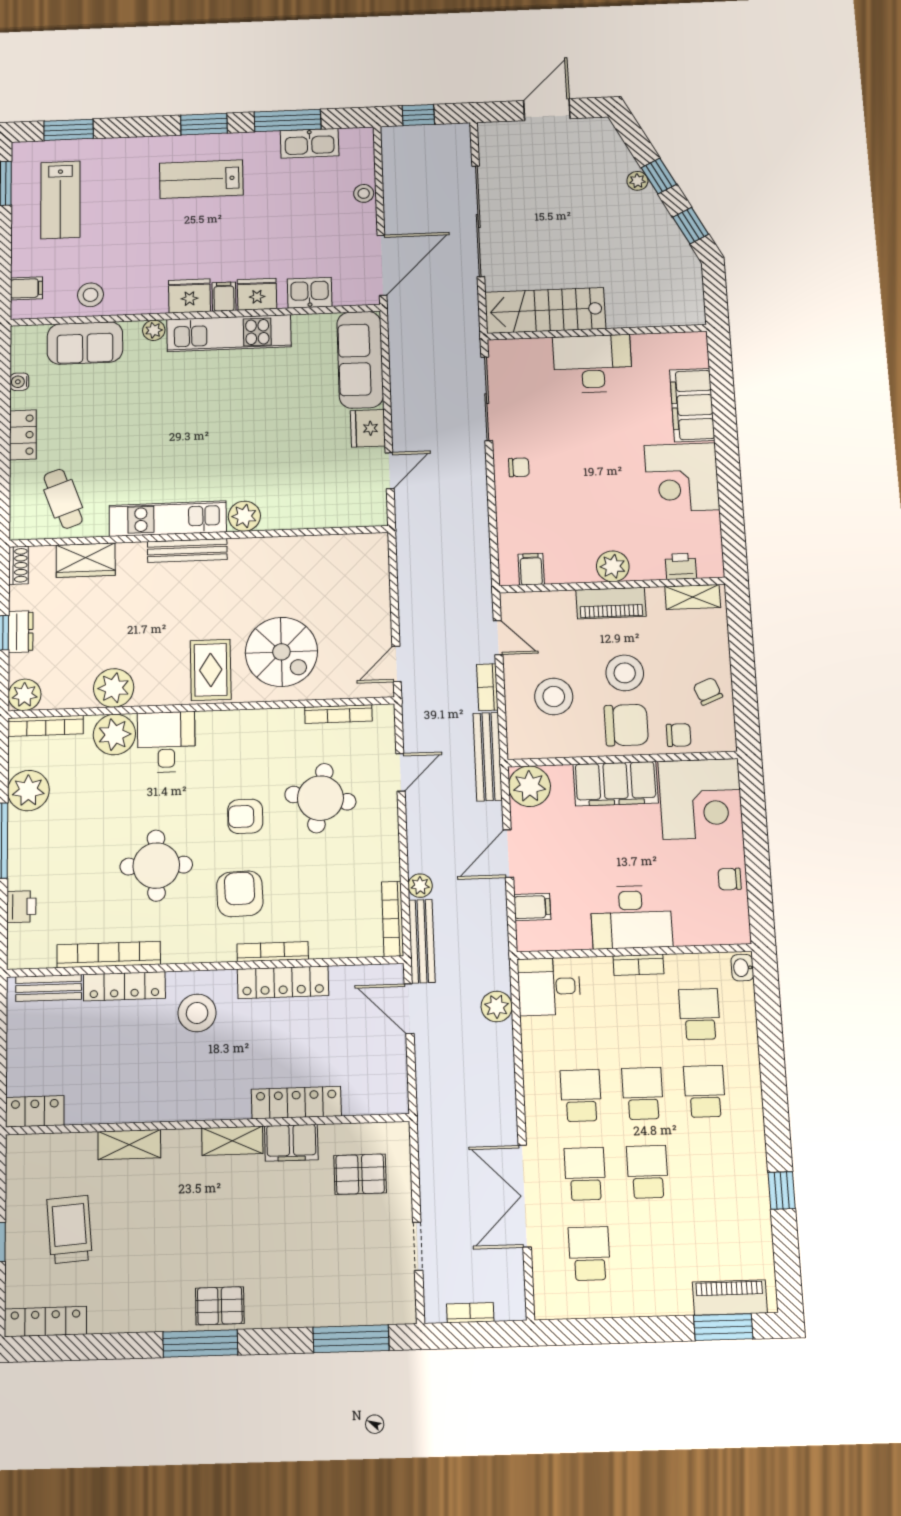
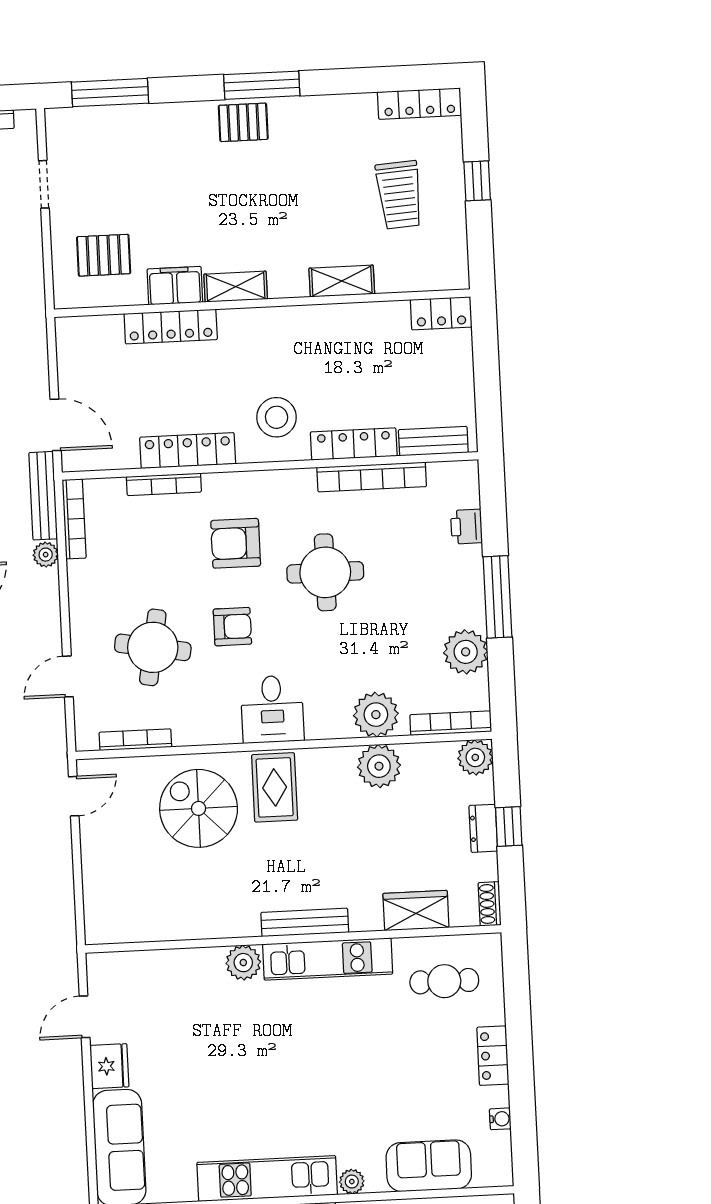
cafe table: (63, 499) -> (444, 981), turned -70
desk: (166, 742) -> (272, 709), moved
armchair: (240, 894) -> (236, 543), turned 92
bookcase: (273, 952) -> (164, 484), moved

